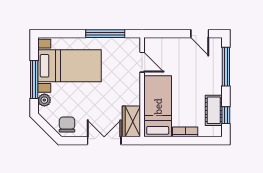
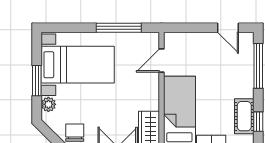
door: (142, 62) -> (161, 61), swing flipped
window: (34, 80) -> (37, 81), width x0.69

